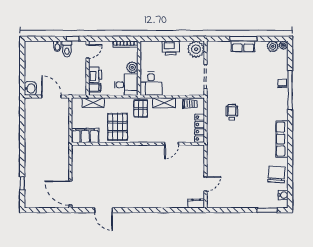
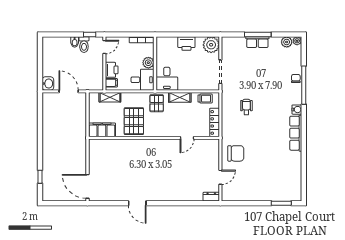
chair: (276, 174) -> (236, 153), moved, turned 86
water cooler: (283, 195) -> (297, 110), moved
door: (103, 210) -> (137, 203), moved

